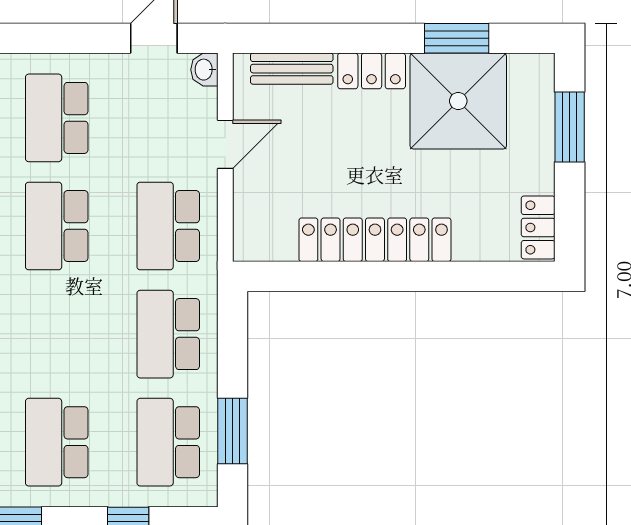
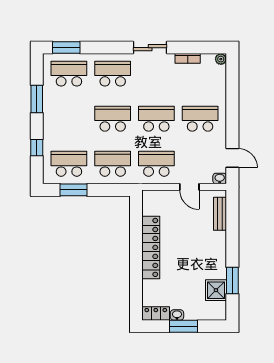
locker: (372, 71) -> (219, 246), removed
shower: (458, 101) -> (216, 290), width x0.54, depth x0.54
window: (570, 127) -> (183, 326), moved
washbasin: (542, 175) -> (177, 315), added
school desk: (57, 442) -> (113, 119), moved

